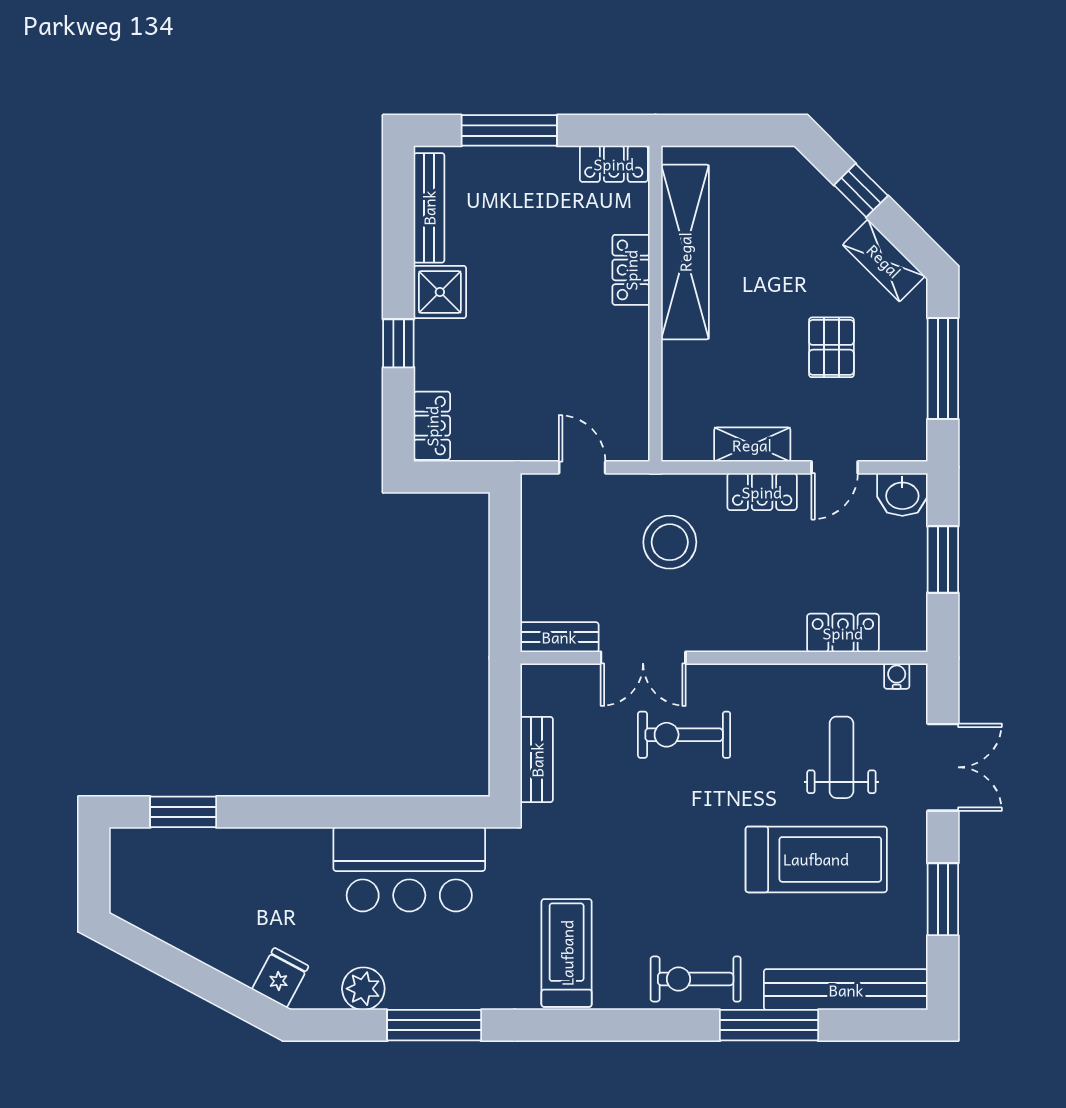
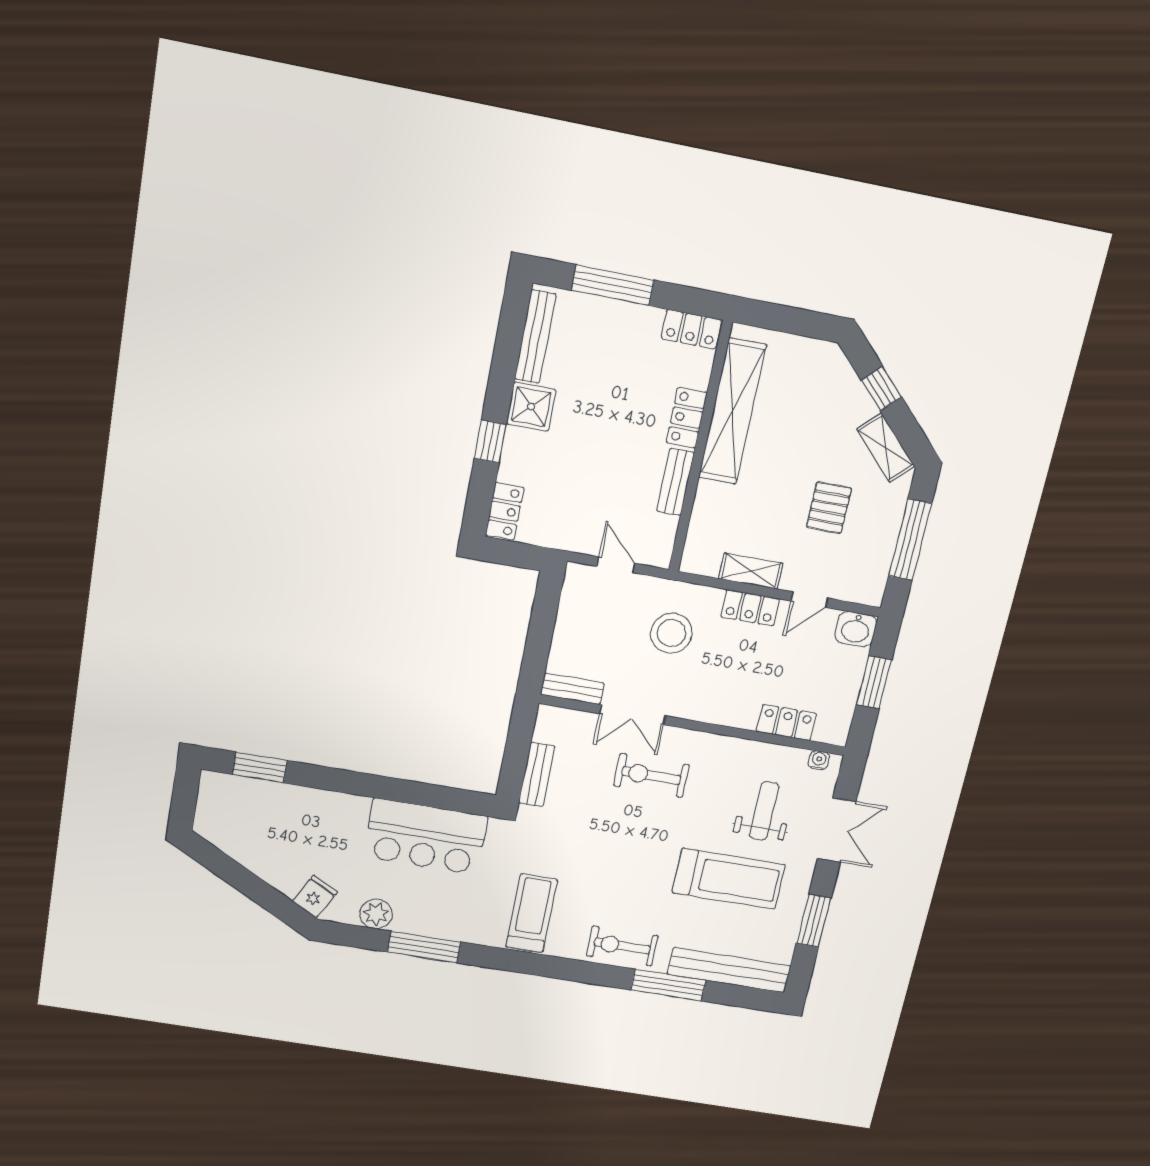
bench: (634, 351) -> (675, 482), added

